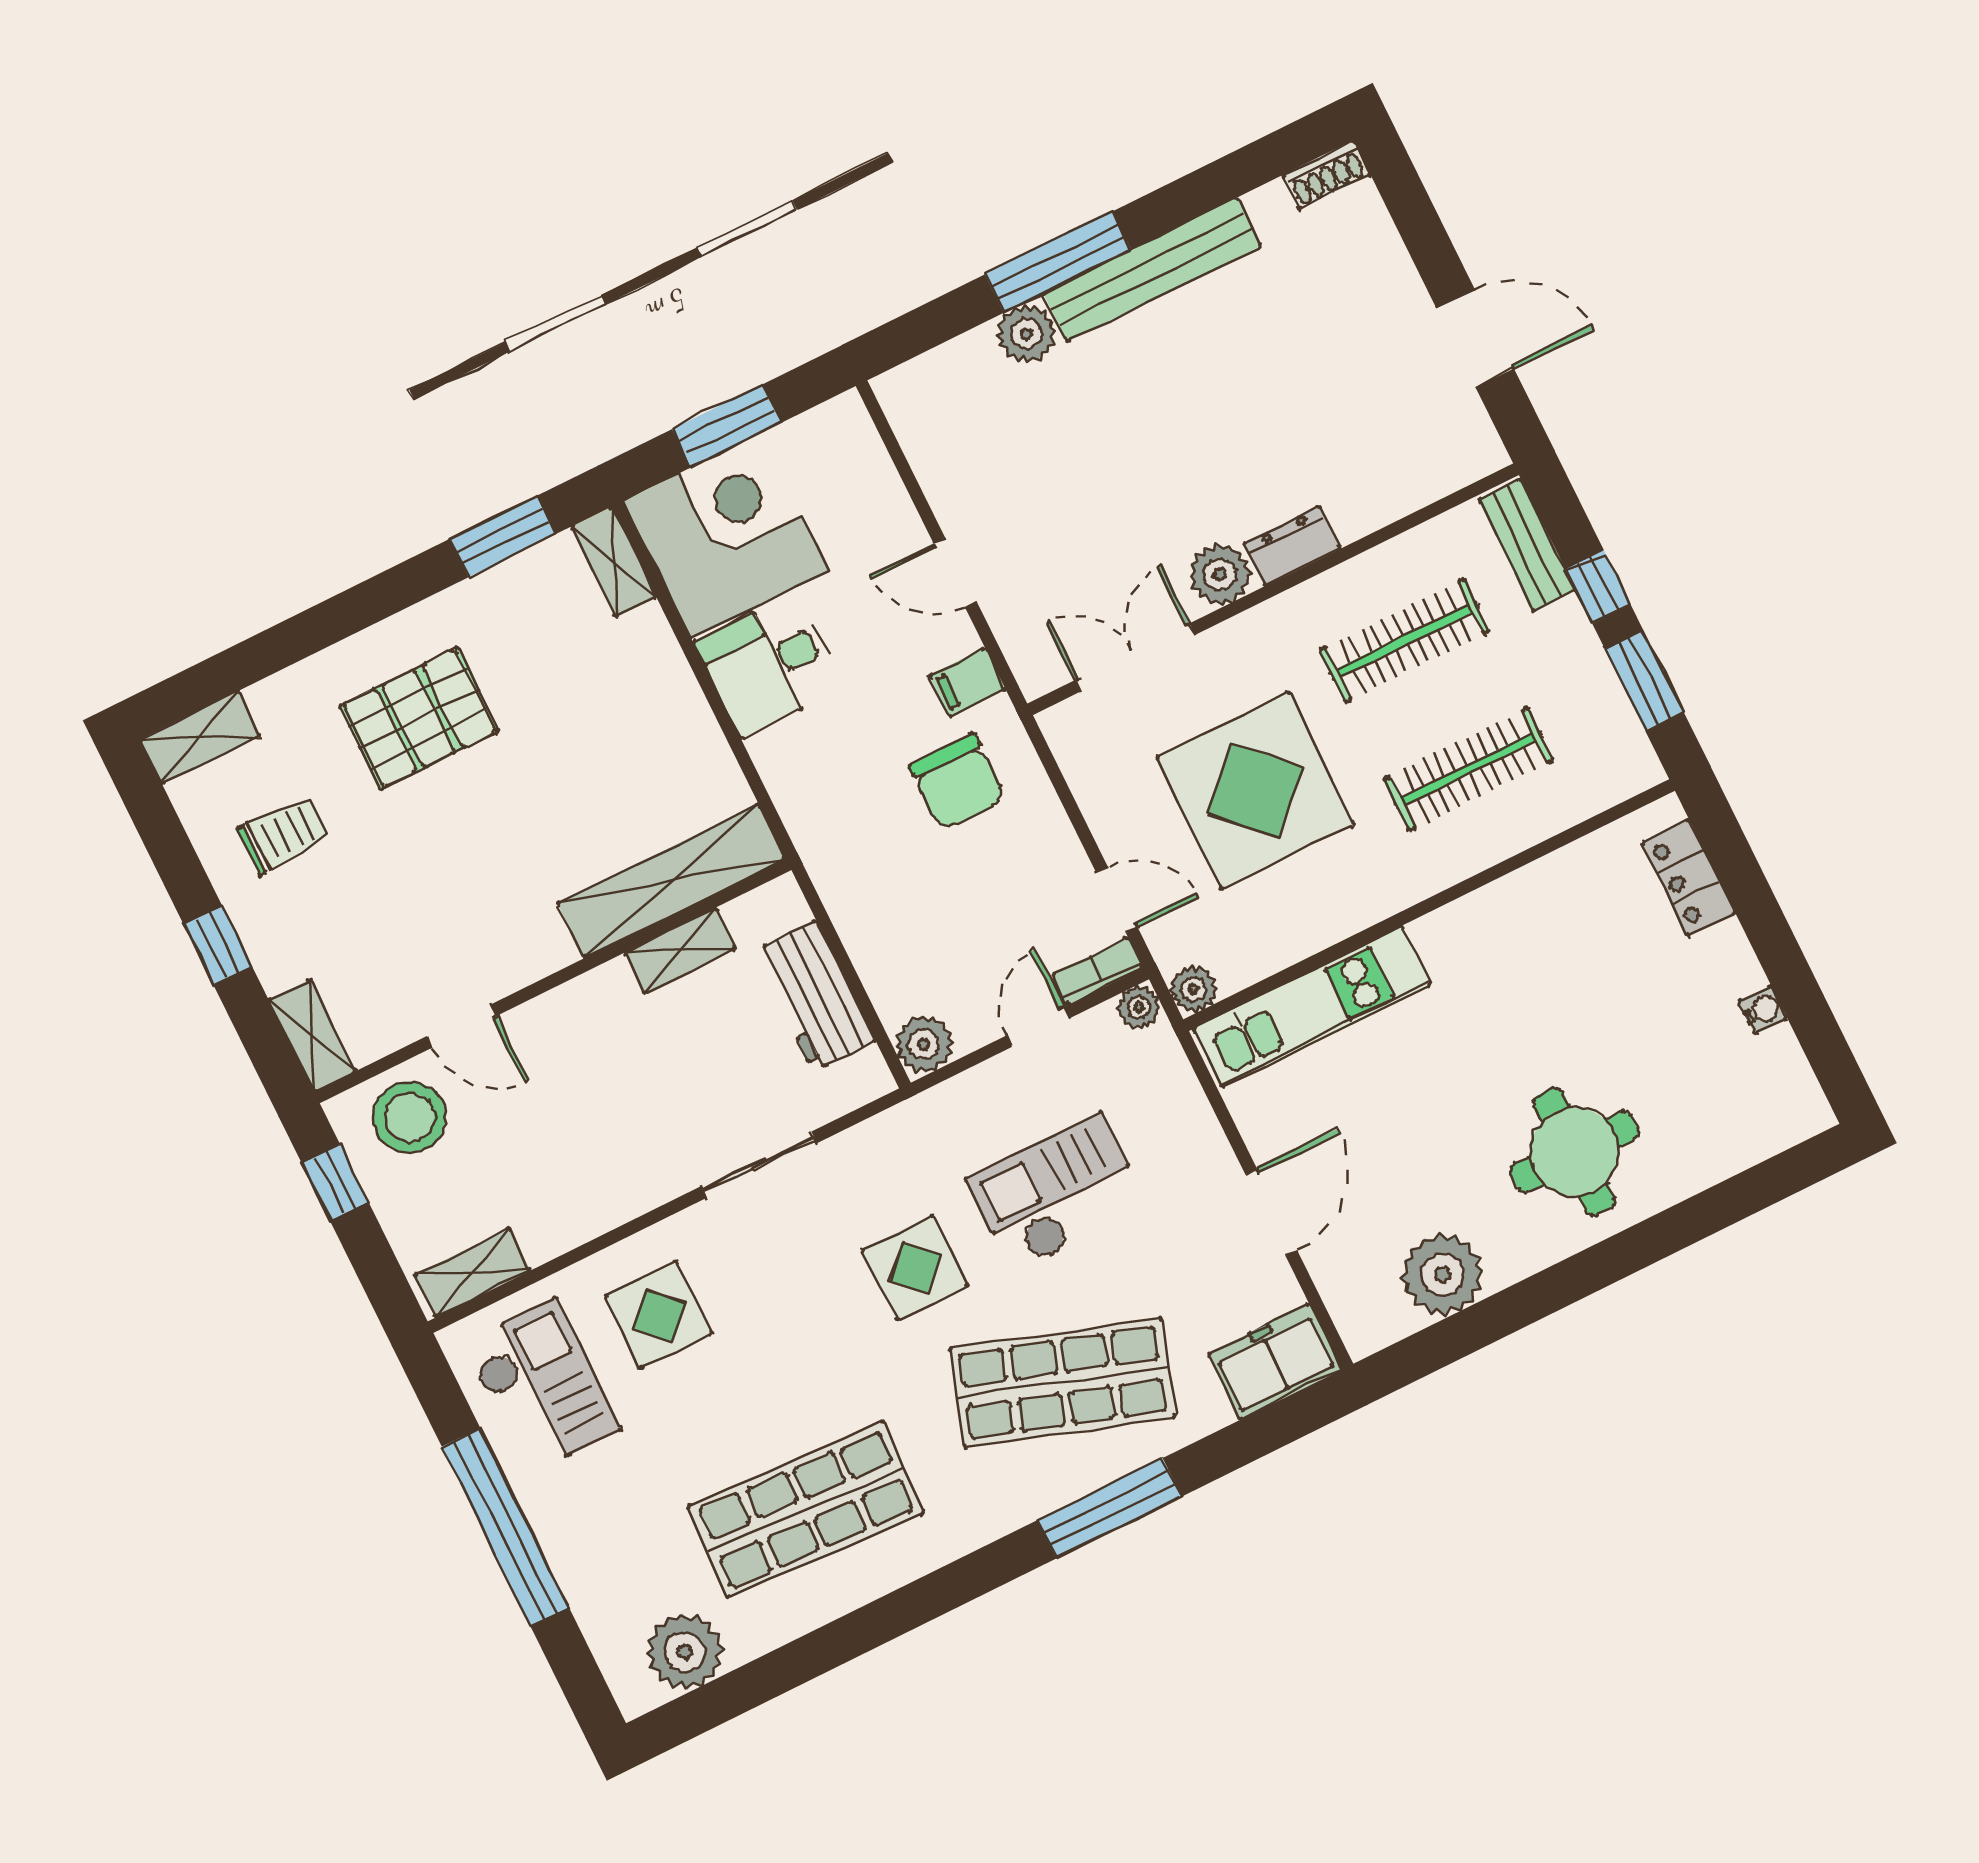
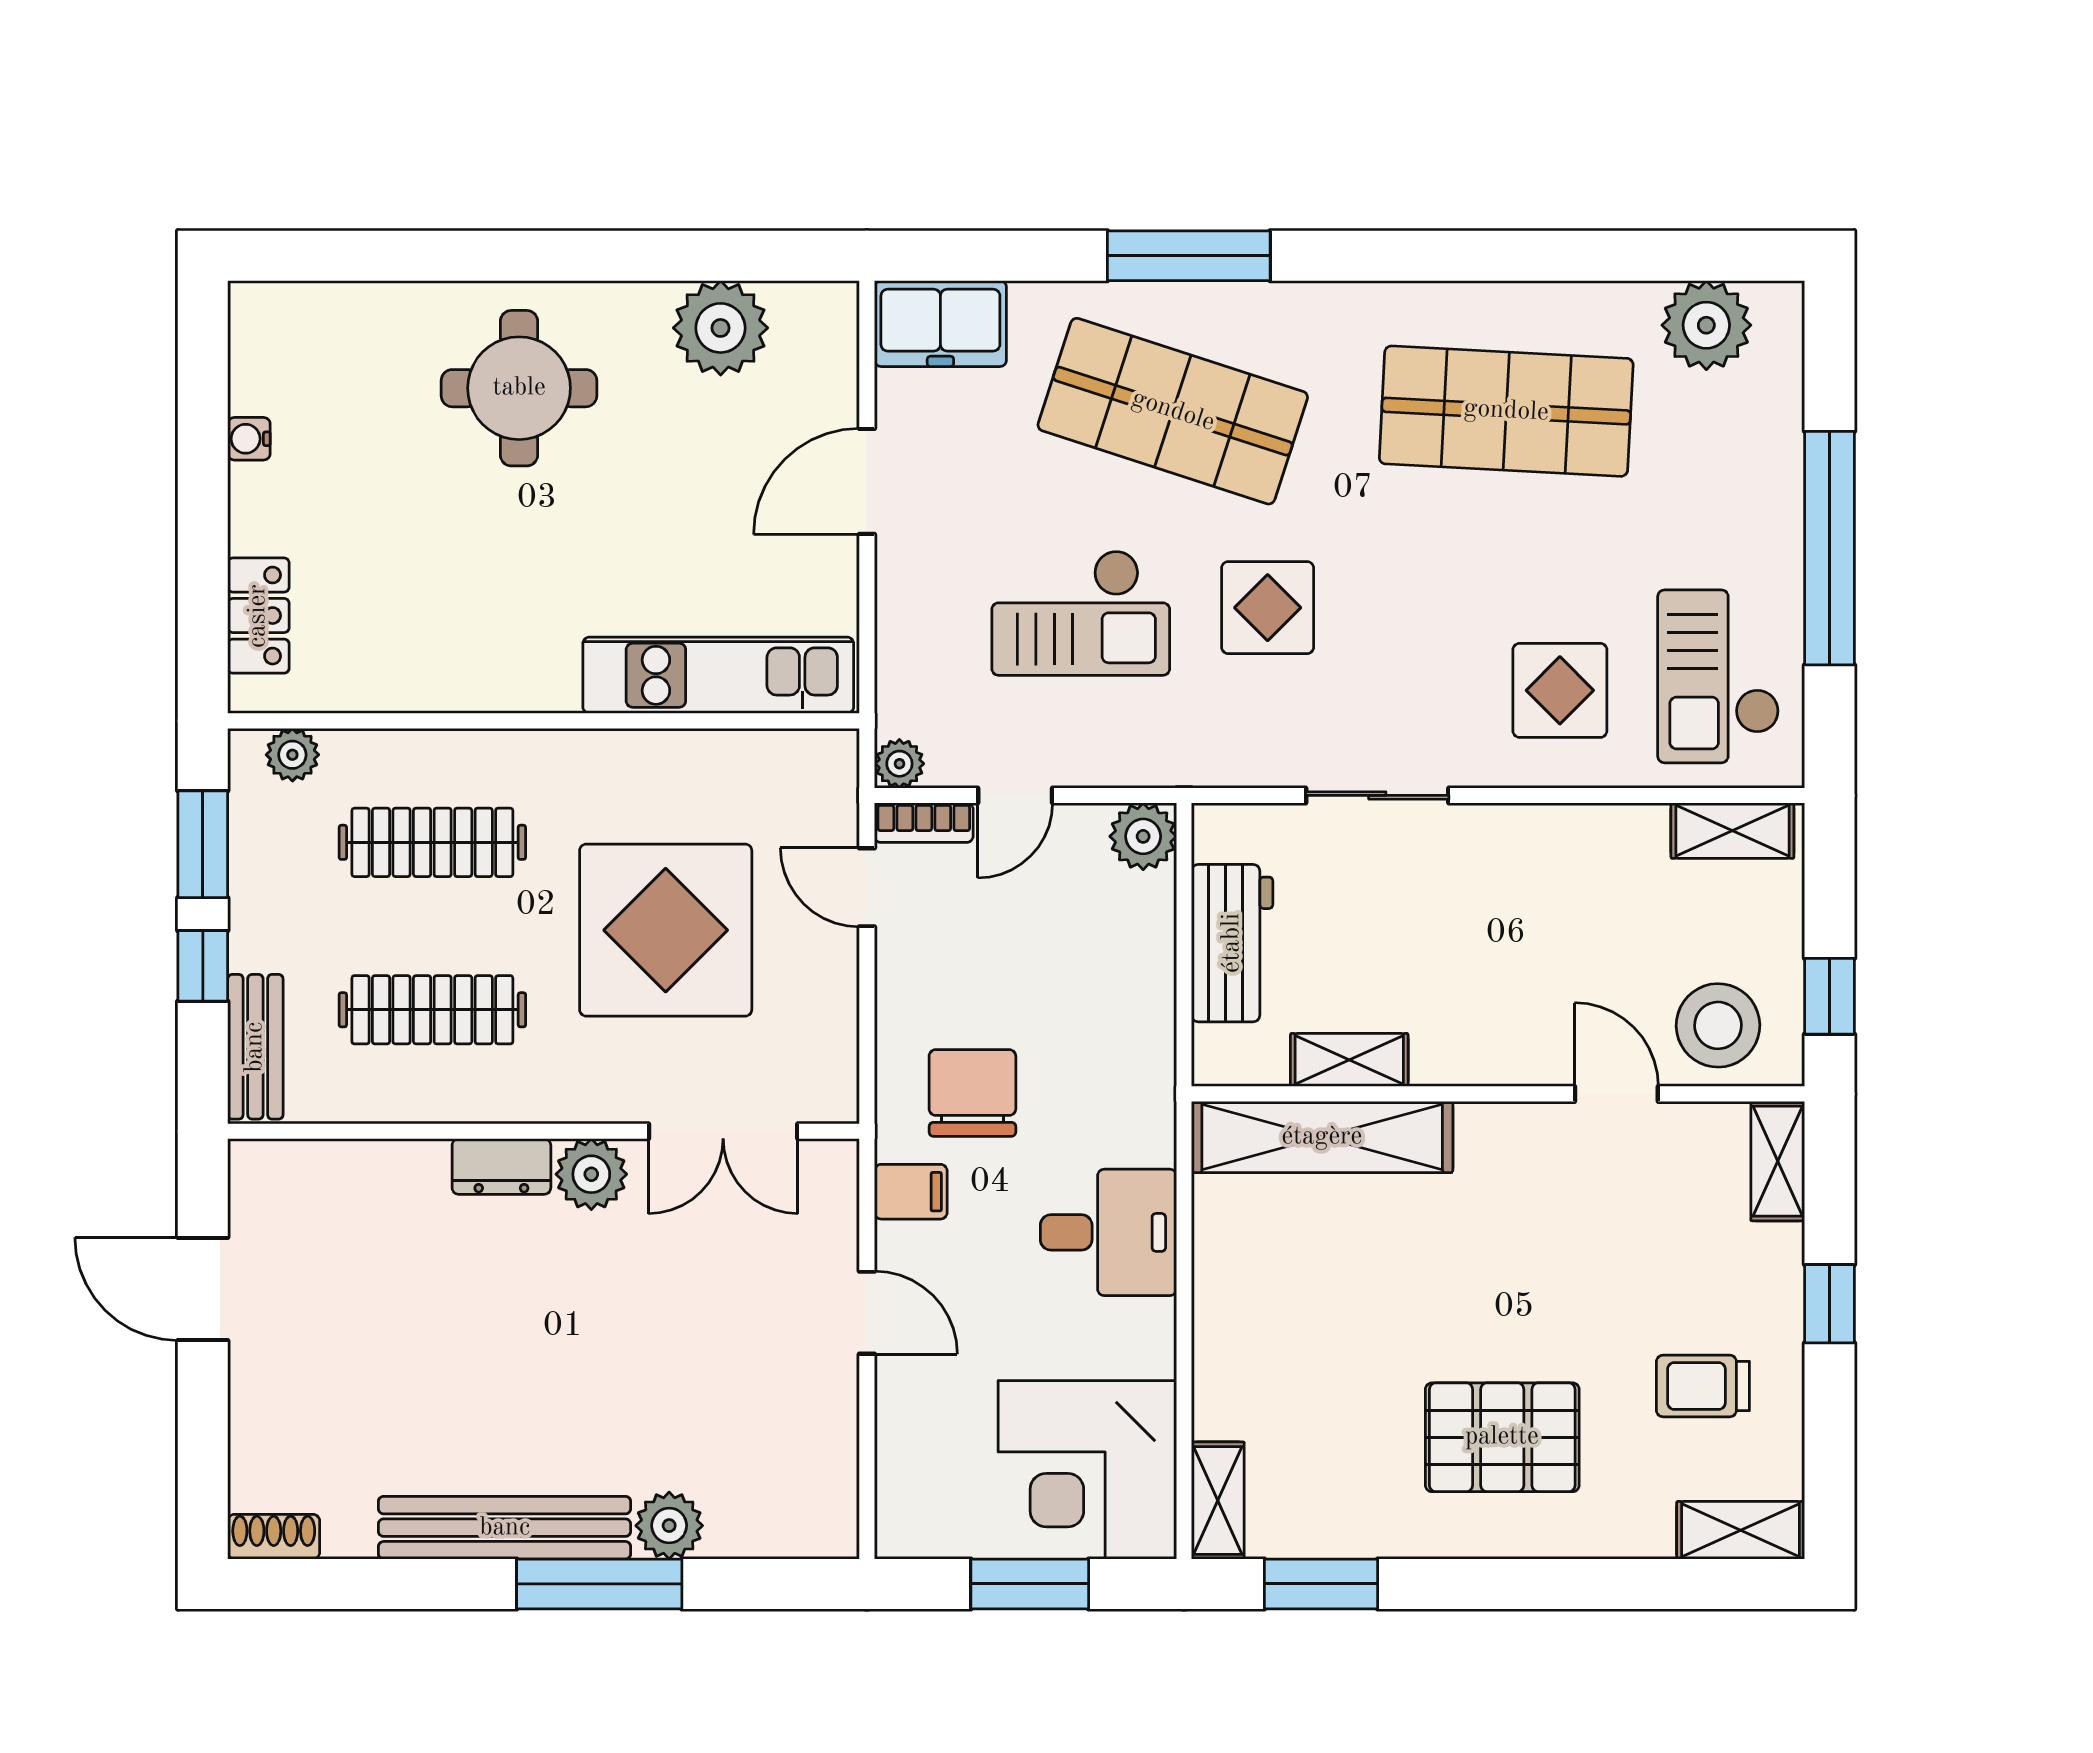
desk: (769, 665) -> (1108, 1232), moved
plant: (1193, 989) -> (292, 755), moved

